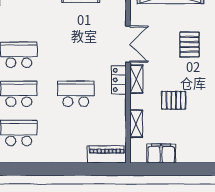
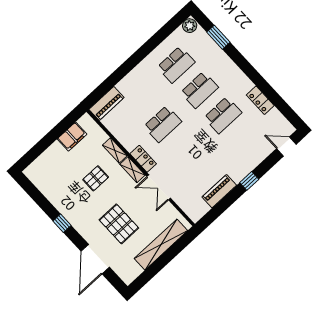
pallet: (189, 44) -> (119, 224), width x1.50, depth x1.42
shelving: (136, 124) -> (115, 150), moved

